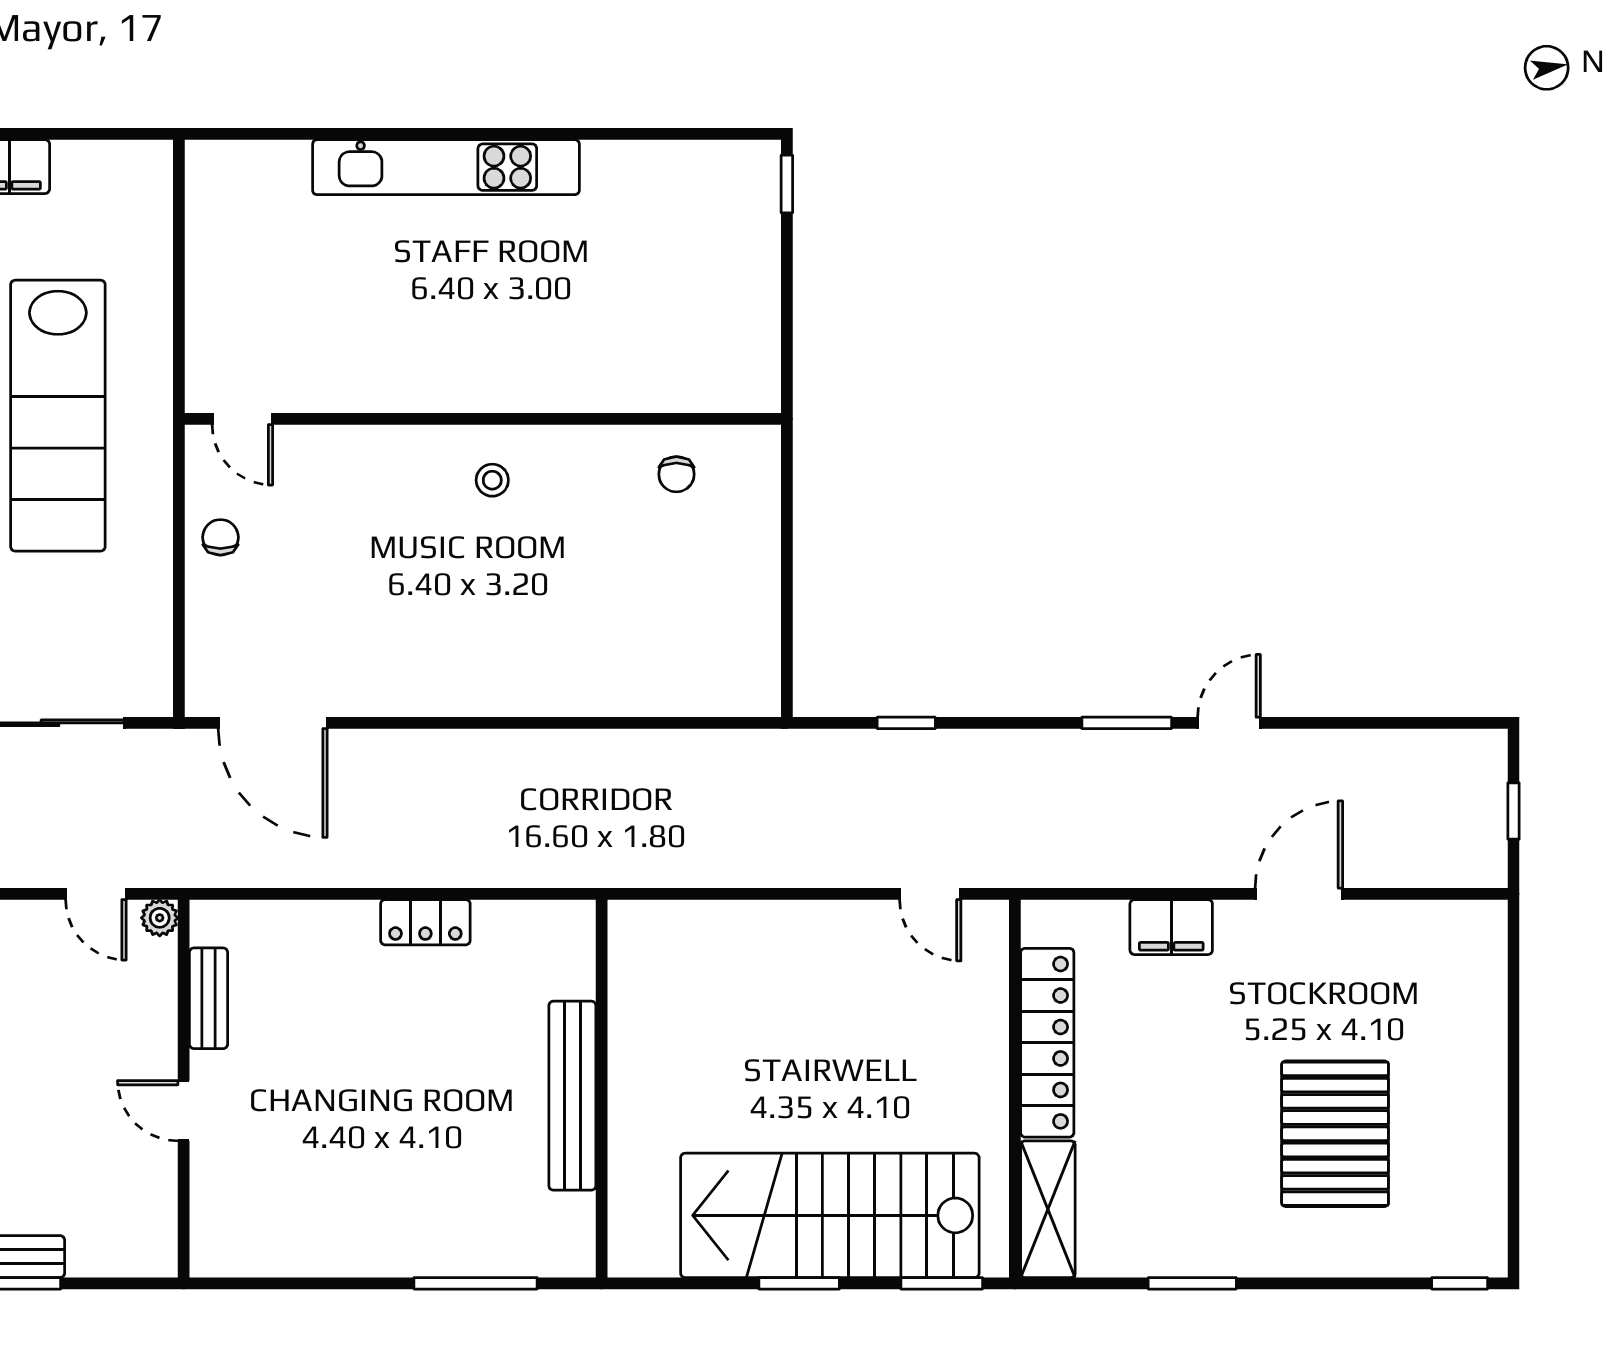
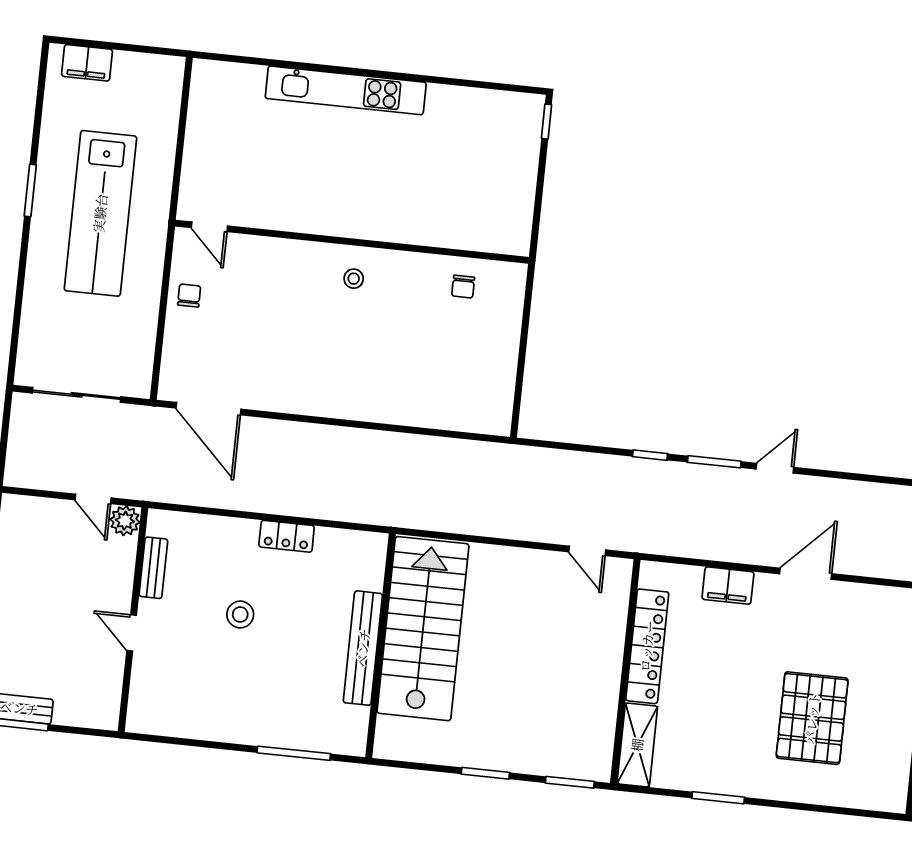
window: (906, 723) -> (650, 455), moved
plant: (160, 918) -> (125, 521), width x1.38, depth x1.38
stool: (362, 1061) -> (240, 615), added
stairs: (830, 1215) -> (423, 629), moved, turned 90
window: (1460, 1283) -> (877, 814), removed

